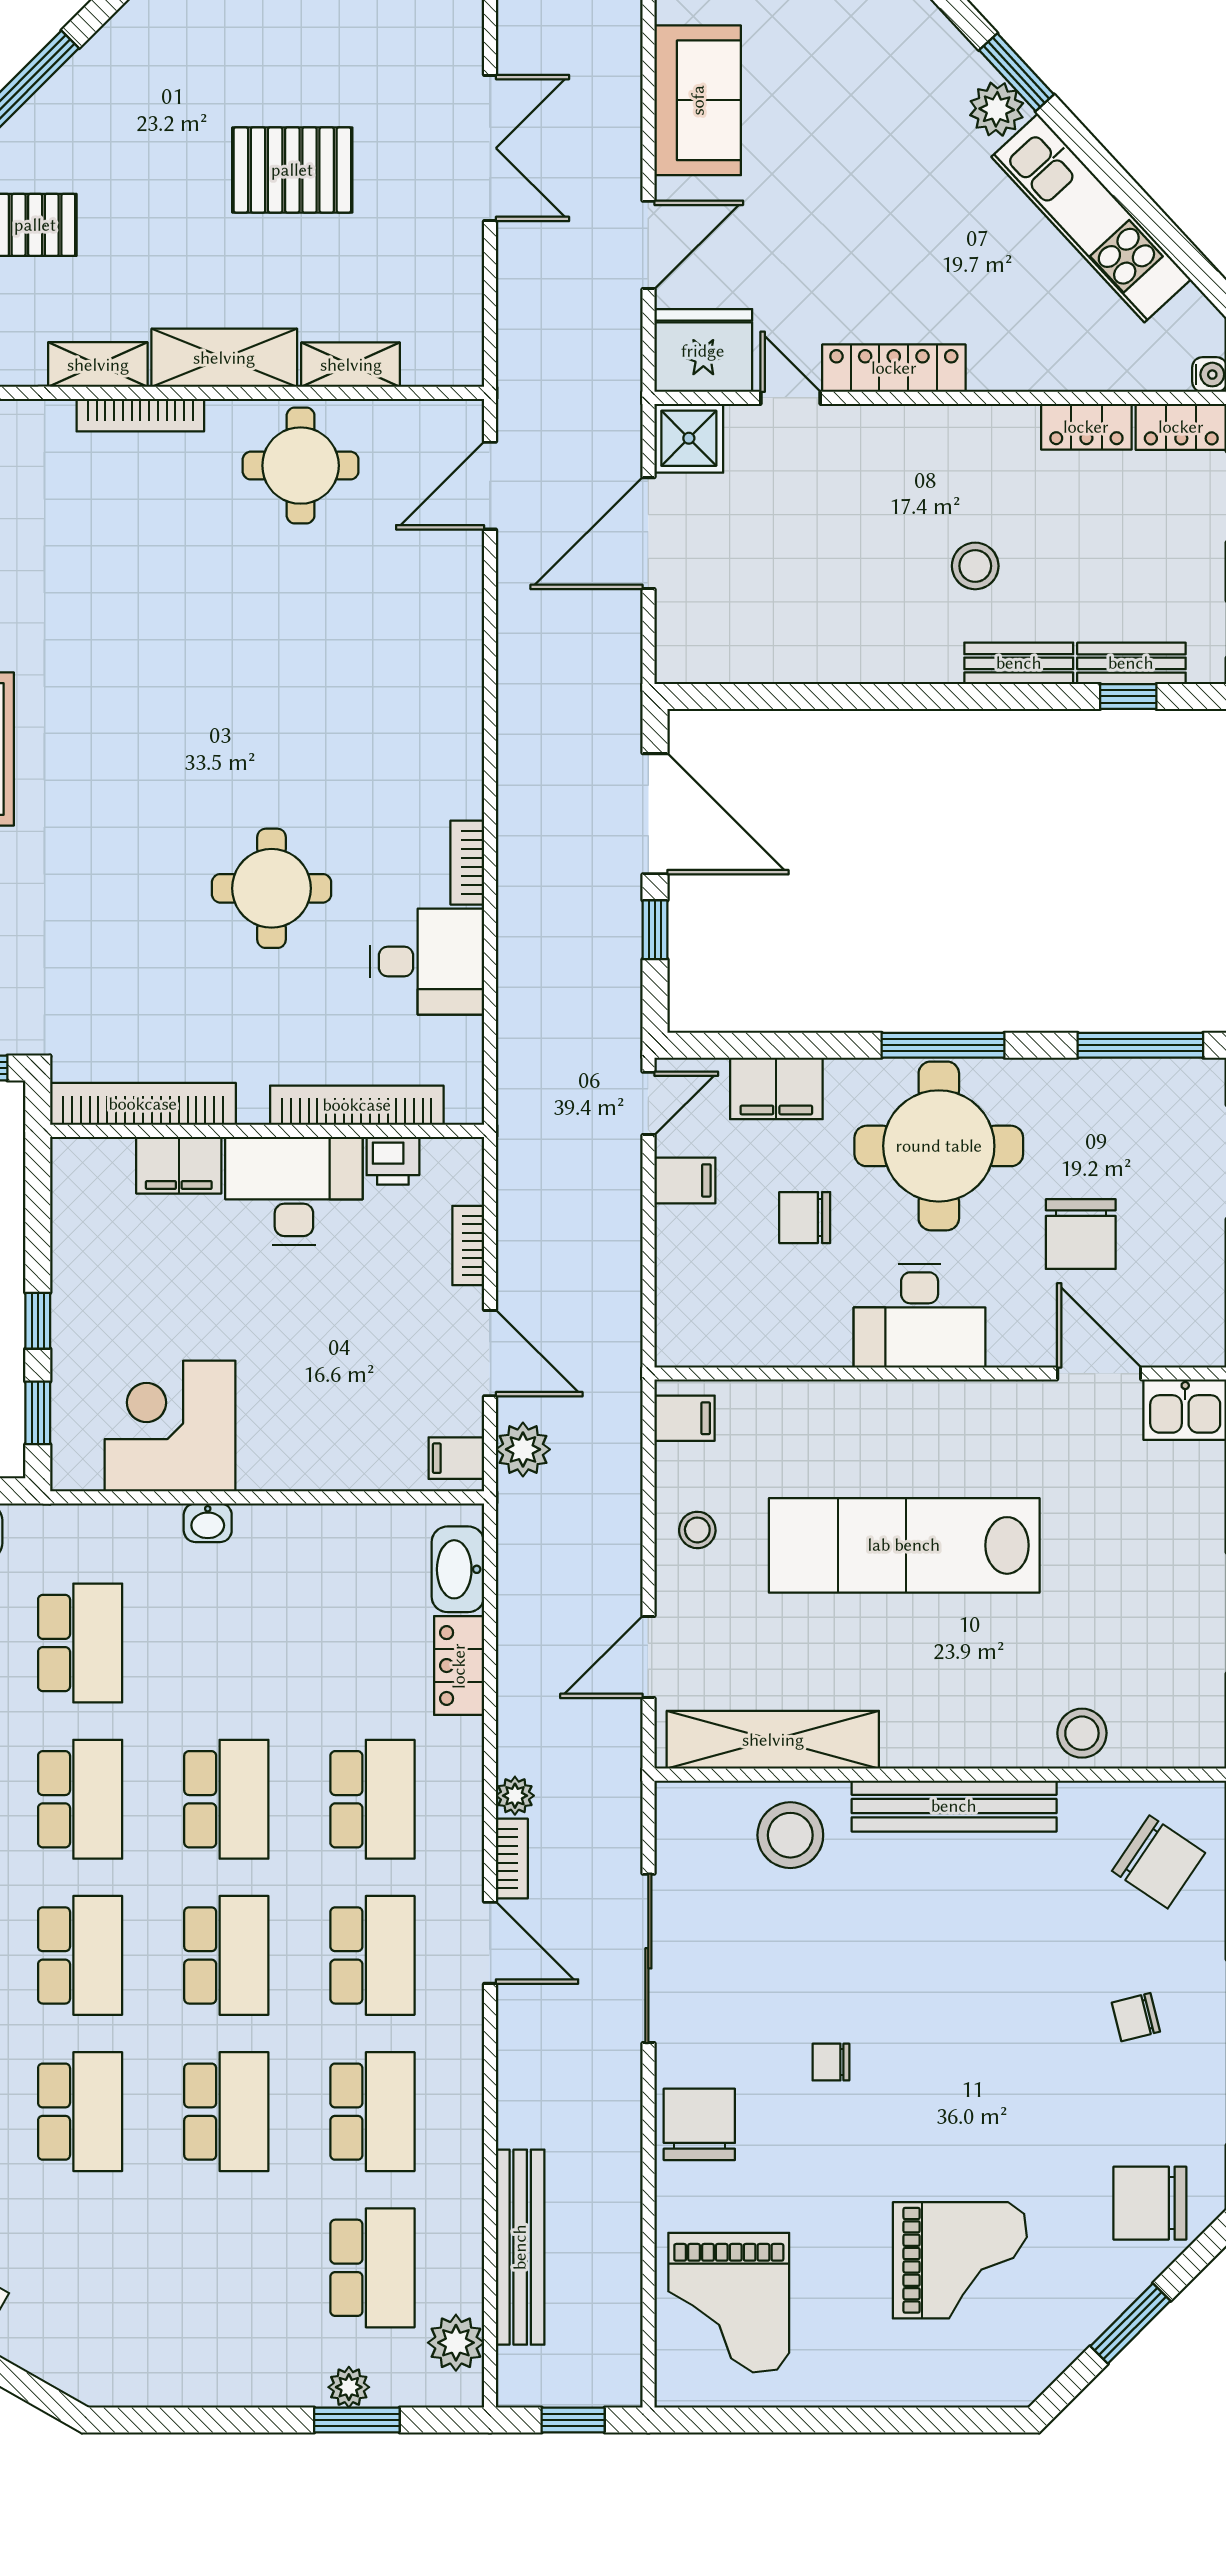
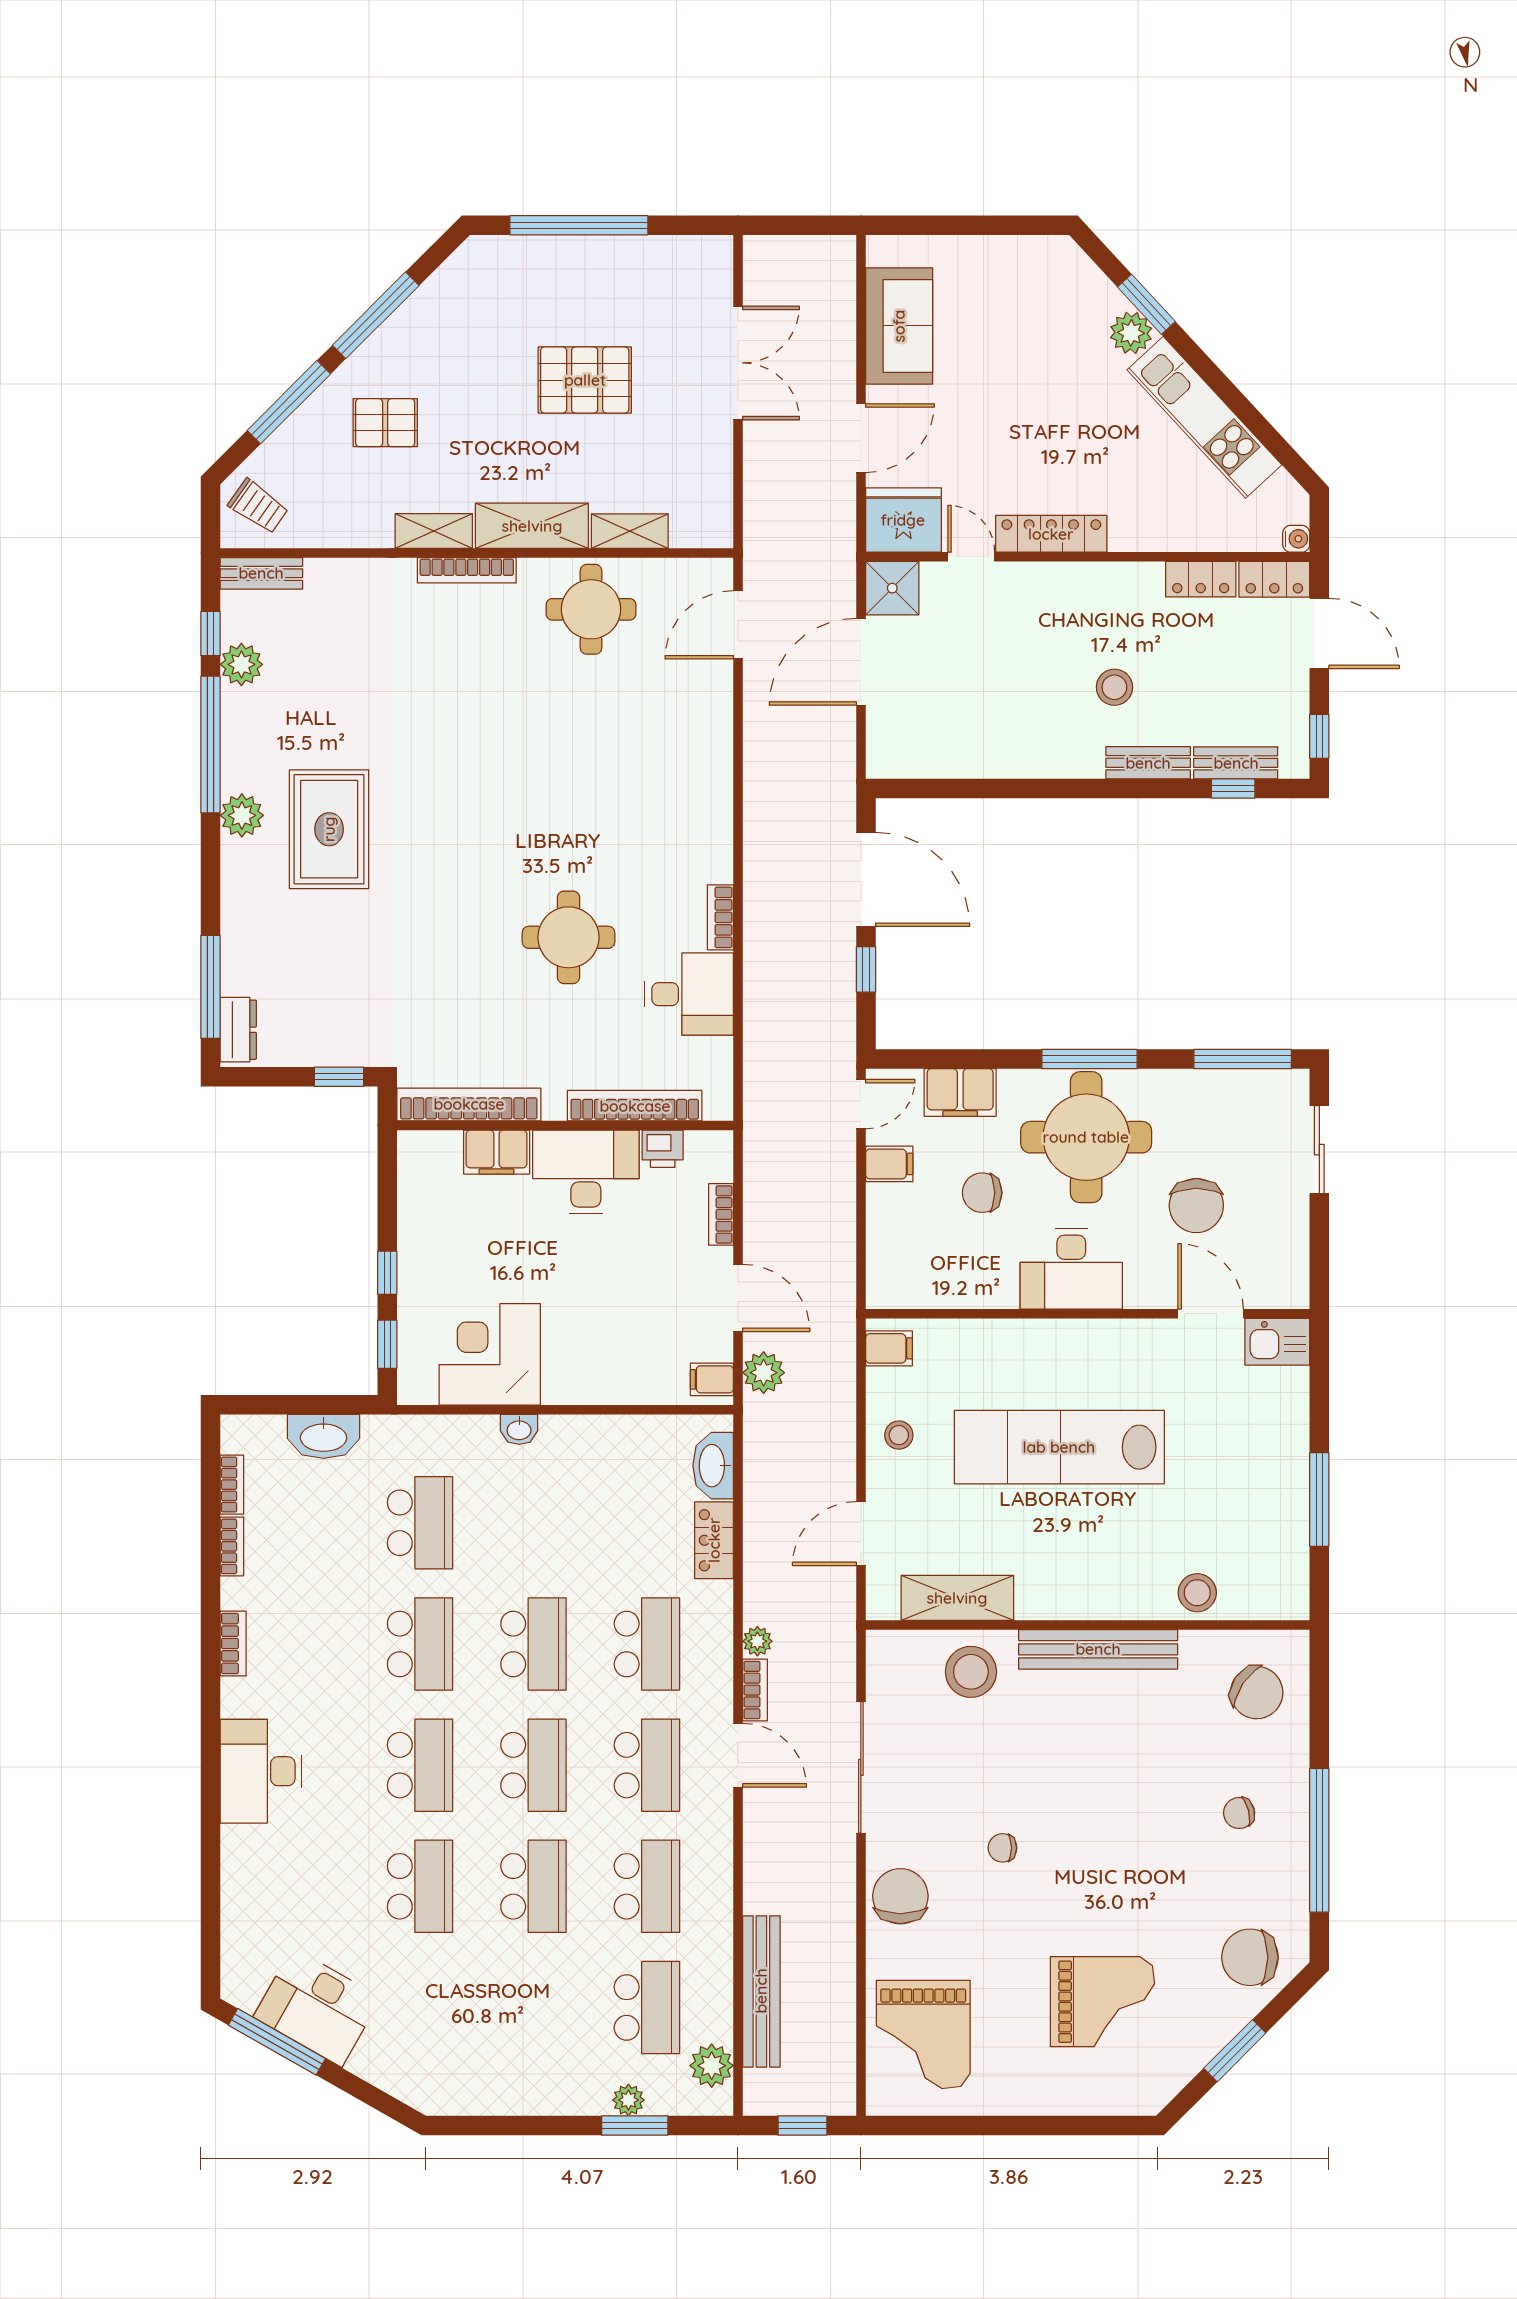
shelving: (773, 1740) -> (957, 1598), width x0.68

